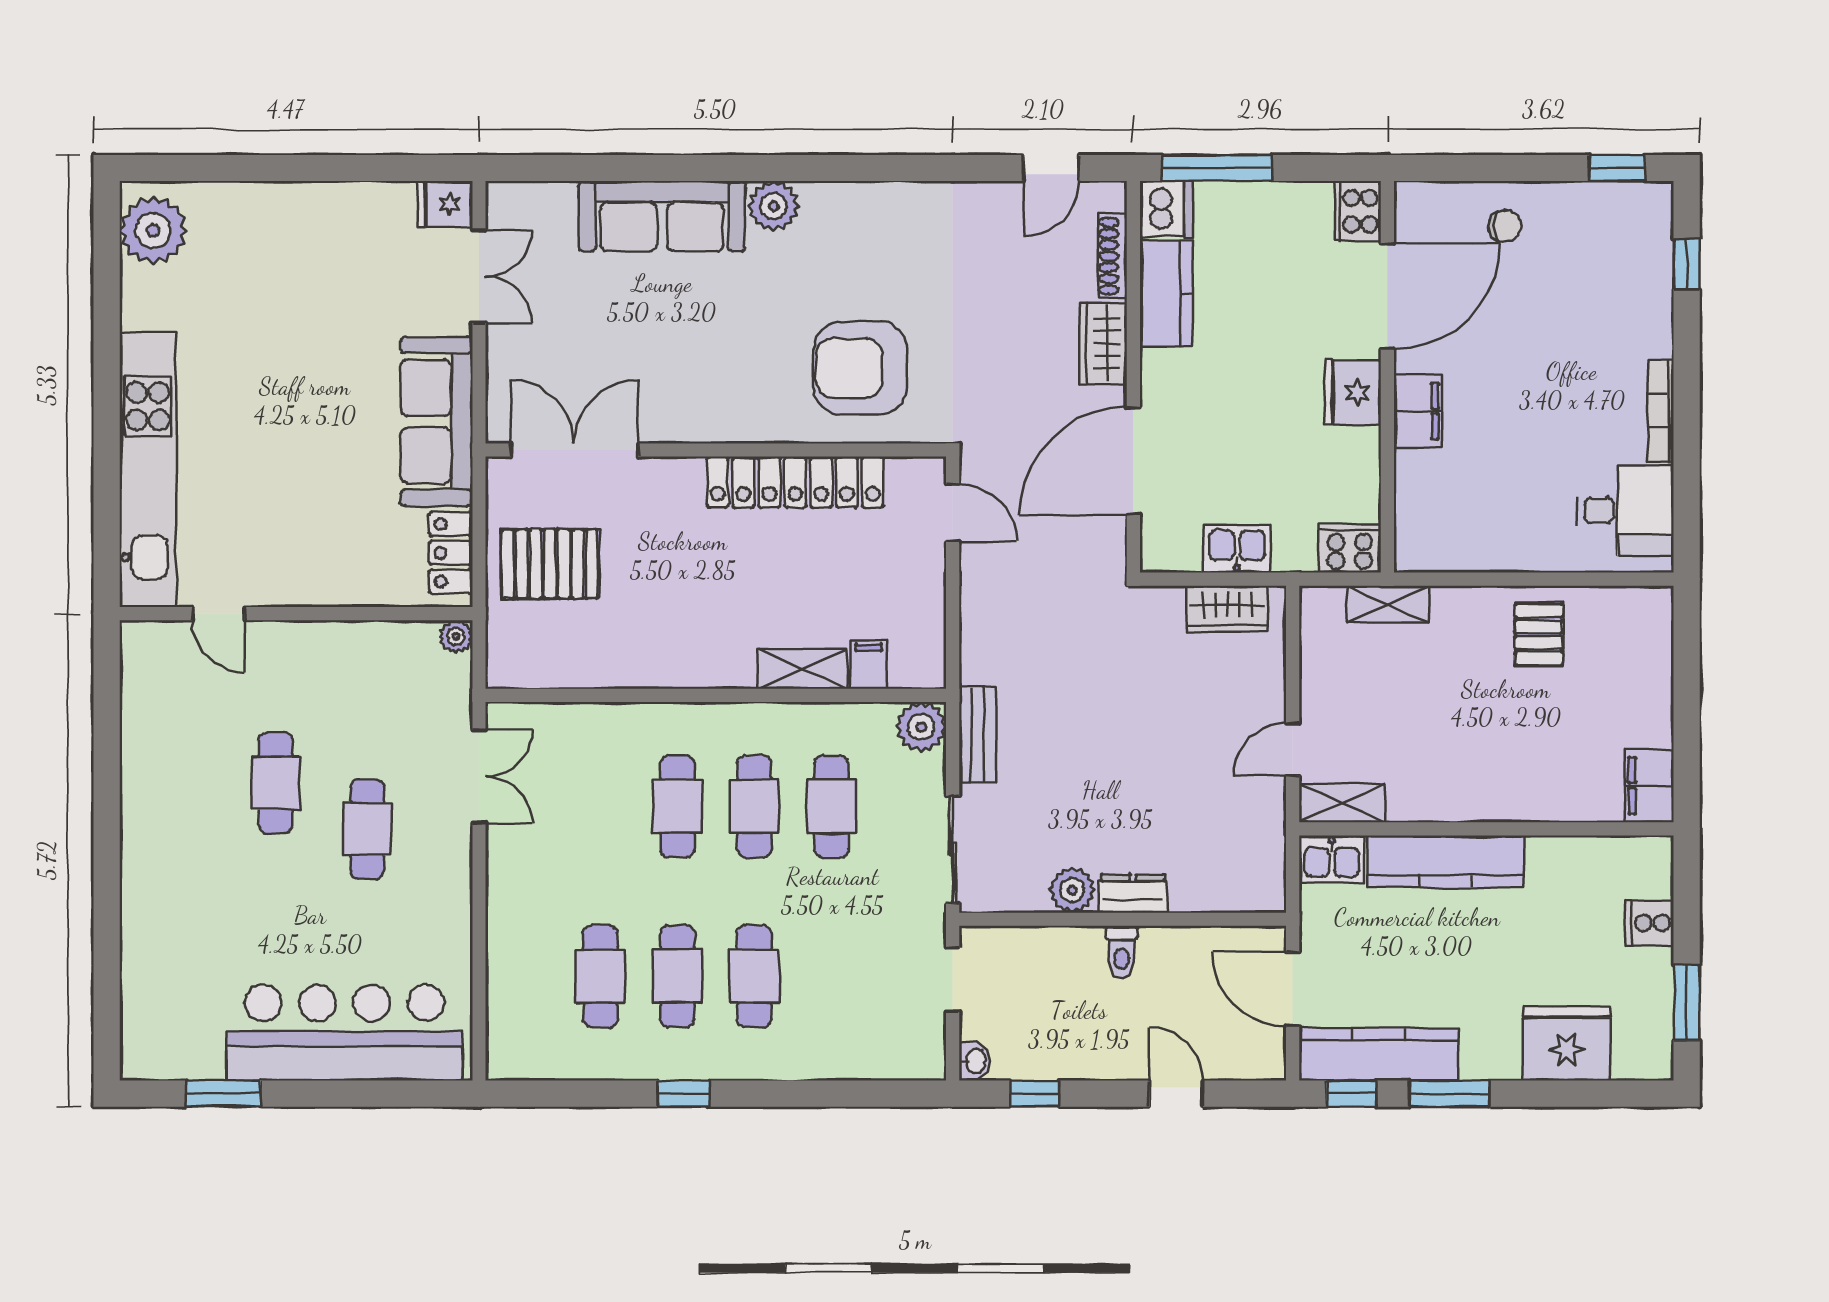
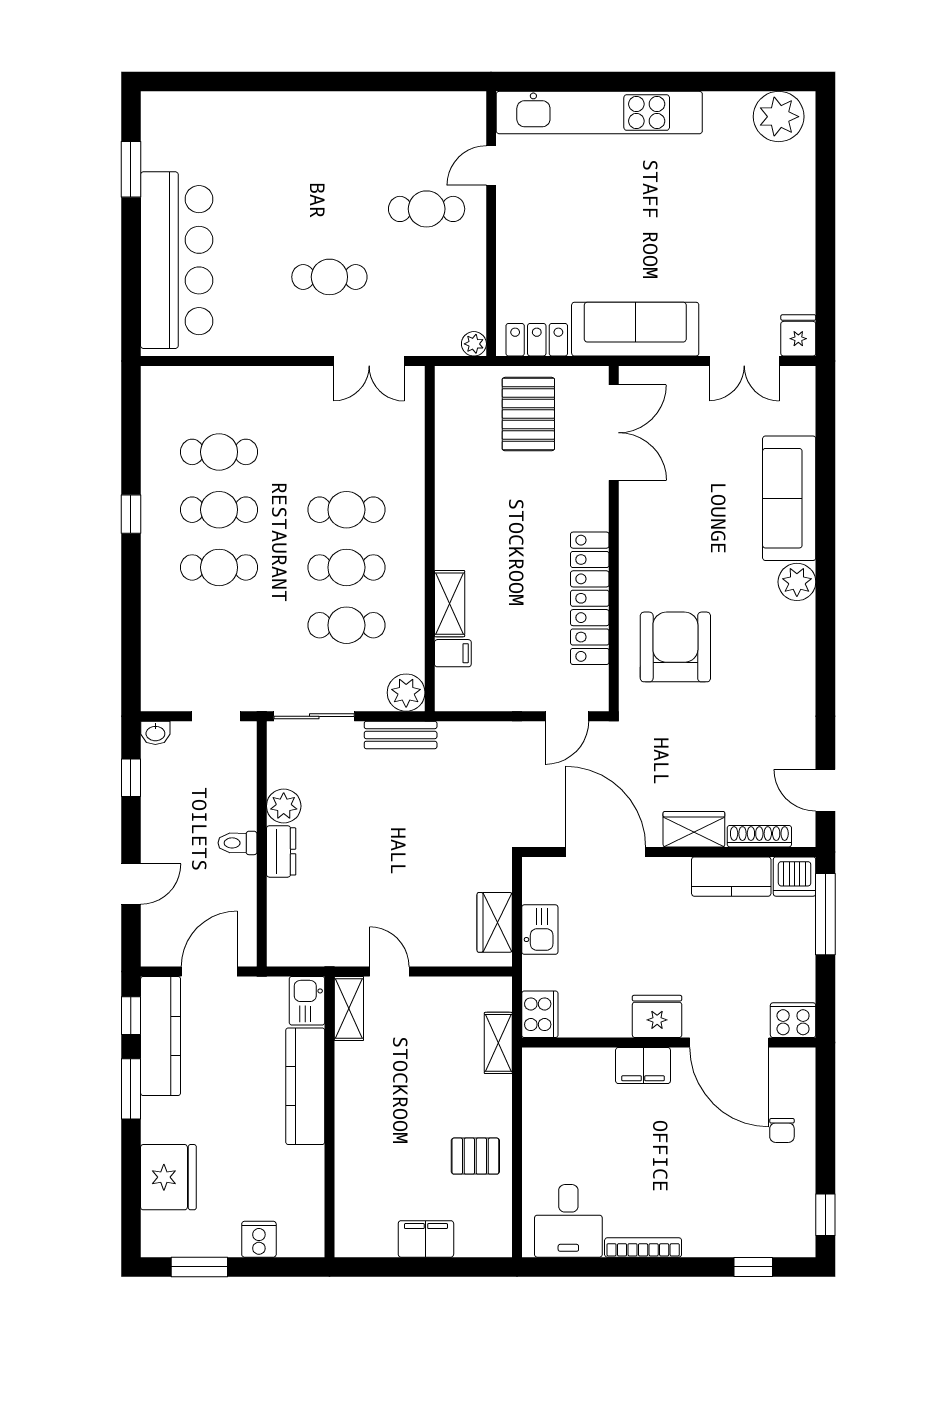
cafe table: (276, 783) -> (427, 209), moved
filing cabinet: (1649, 786) -> (426, 1239), moved

